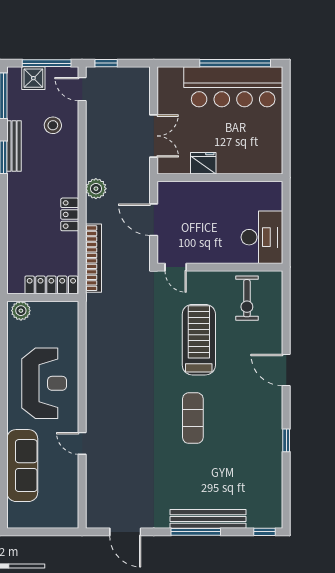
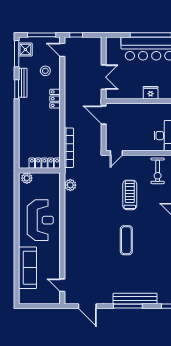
shower: (33, 78) -> (25, 49), moved
fridge: (203, 163) -> (151, 93), moved
plant: (96, 189) -> (70, 185), moved
locker: (70, 214) -> (55, 99), moved
door: (154, 220) -> (104, 115), moved
door: (176, 267) -> (116, 153), hinge flipped
treadmill: (199, 340) -> (130, 195), width x0.73, depth x0.73
door: (82, 443) -> (62, 285), moved

